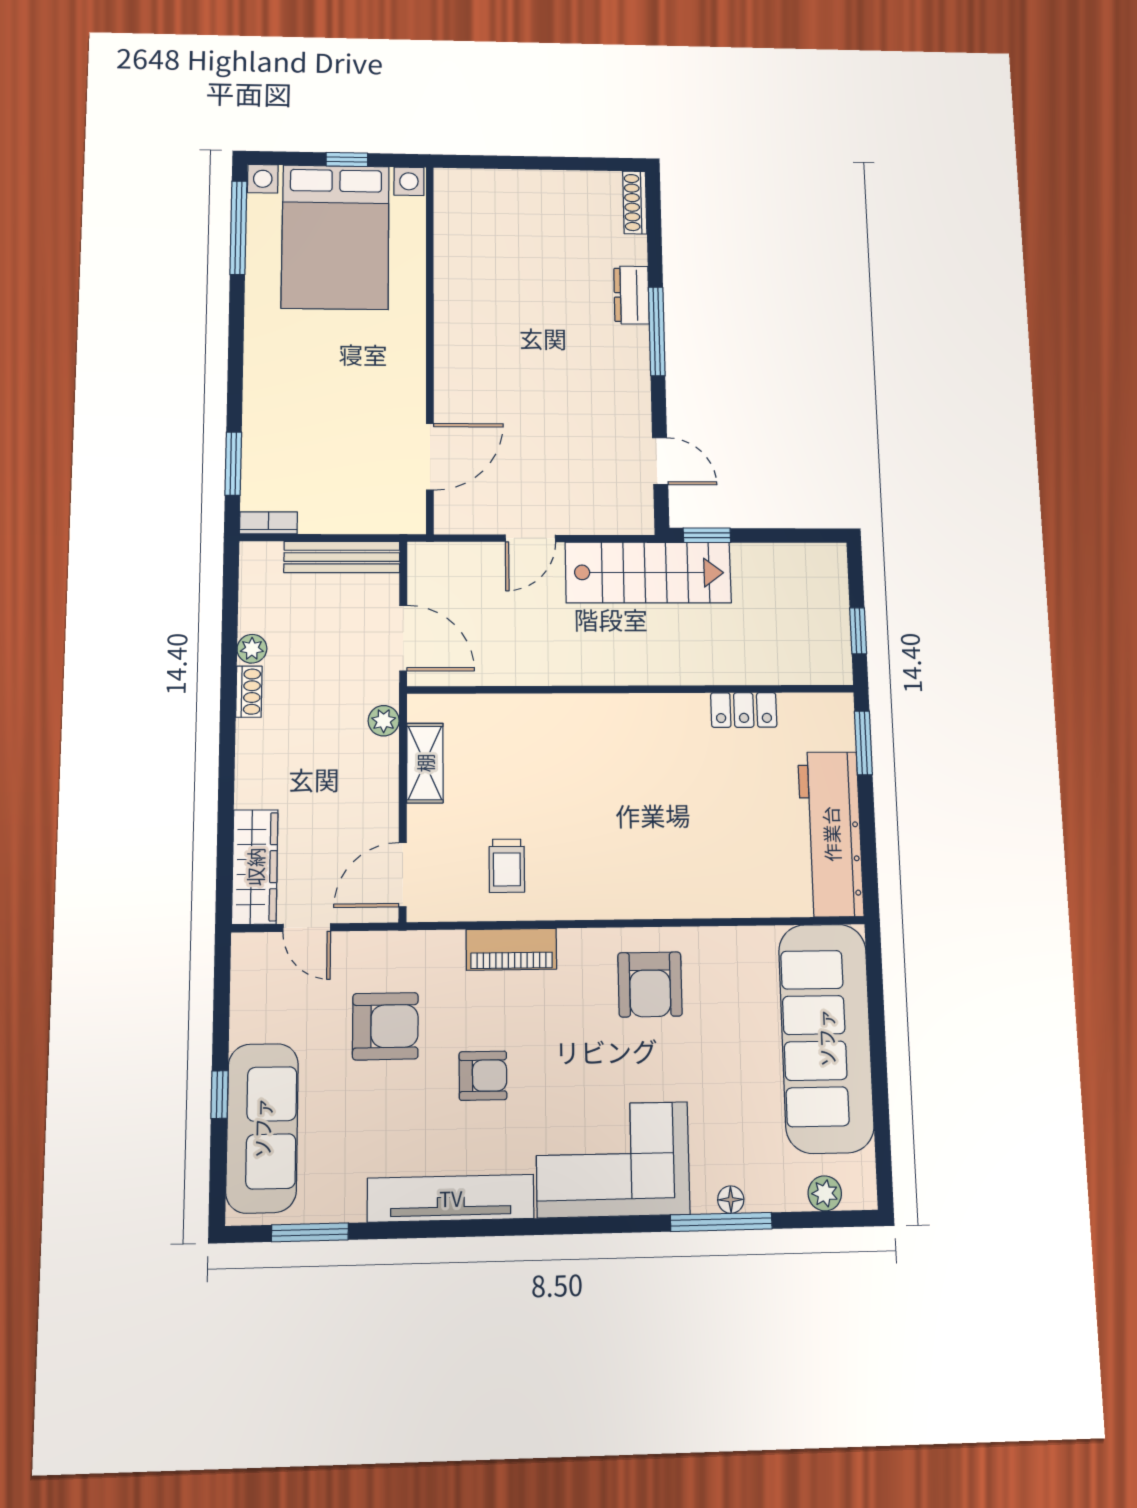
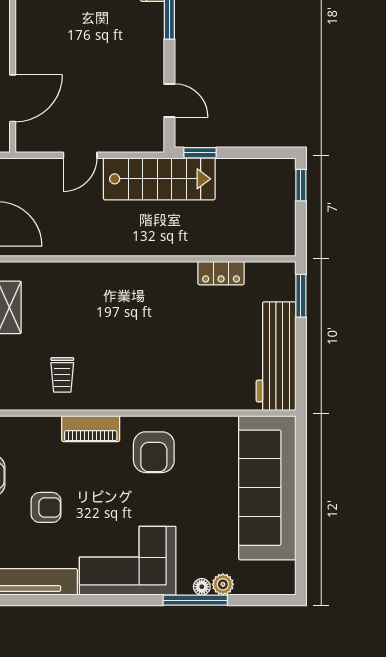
window: (858, 631) -> (301, 185), moved
piano: (511, 949) -> (91, 429), moved
plant: (825, 1193) -> (223, 584), moved

